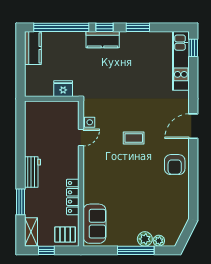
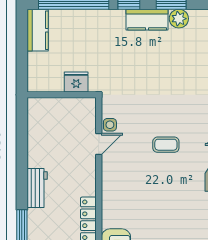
plant: (144, 39) -> (179, 19), added
kitchen counter: (103, 40) -> (147, 20), moved

